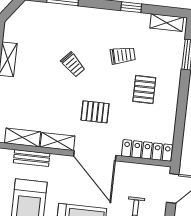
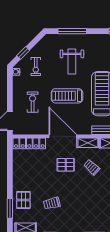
trolley: (73, 65) -> (92, 167), moved
pallet: (144, 90) -> (23, 200), moved

